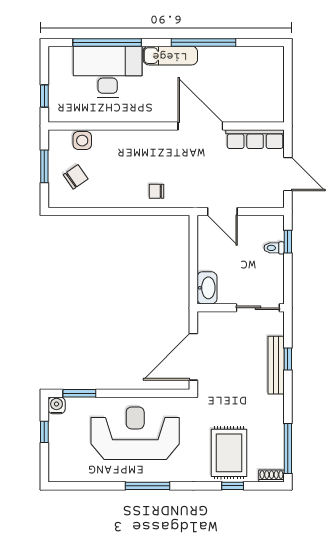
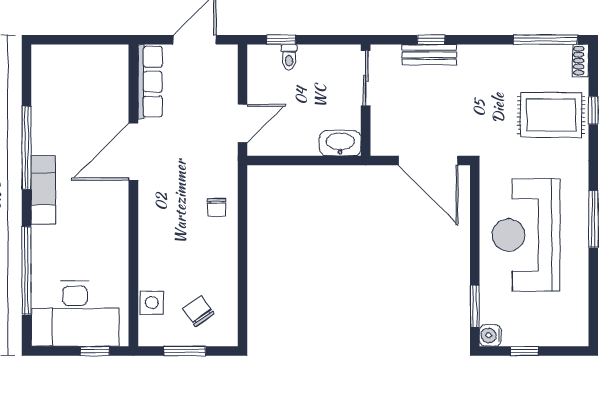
desk: (108, 72) -> (75, 314), moved, turned -90
bench: (276, 365) -> (429, 55), width x0.73

